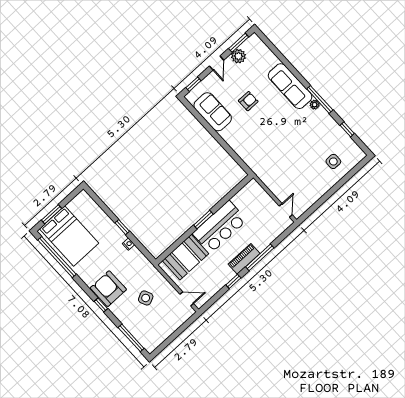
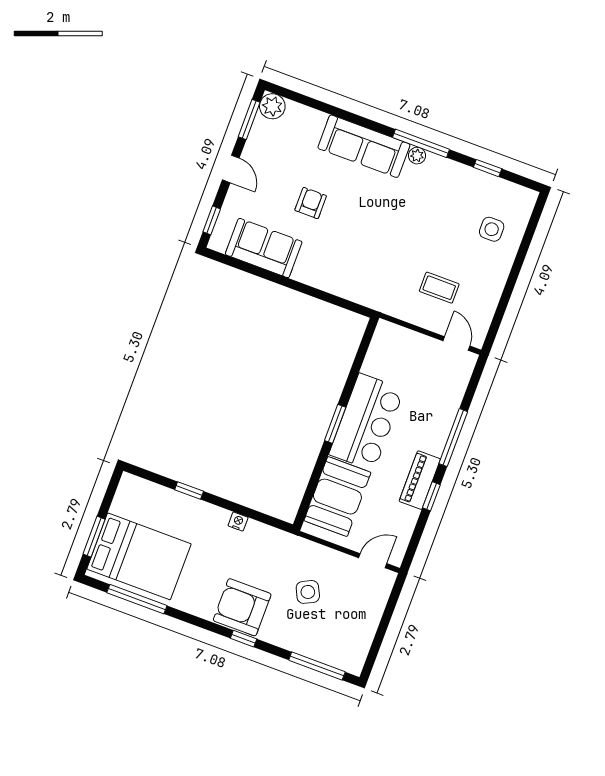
plant: (238, 56) -> (272, 106), moved
coffee table: (292, 178) -> (439, 288), added
window: (122, 227) -> (189, 491), moved
window: (57, 257) -> (137, 599), width x0.68
piano: (244, 259) -> (420, 480), moved

